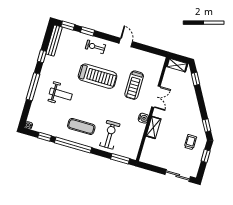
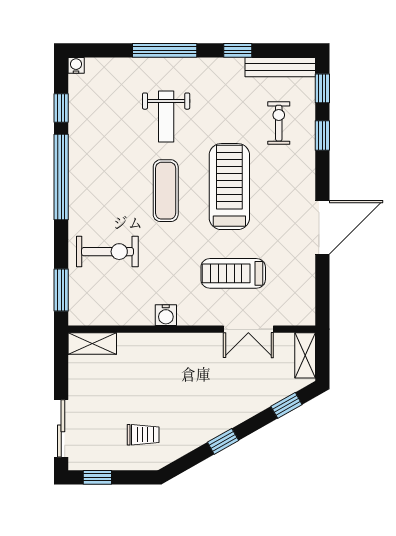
door: (126, 42) -> (322, 227), width x1.87
exercise bike: (95, 47) -> (279, 123), moved
treadmill: (98, 76) -> (229, 187), turned 180
double door: (156, 97) -> (248, 329), moved
window: (207, 125) -> (223, 441), moved
exercise mat: (81, 126) -> (166, 191), moved
shelving: (154, 127) -> (92, 344), moved
window: (206, 156) -> (97, 477), moved

